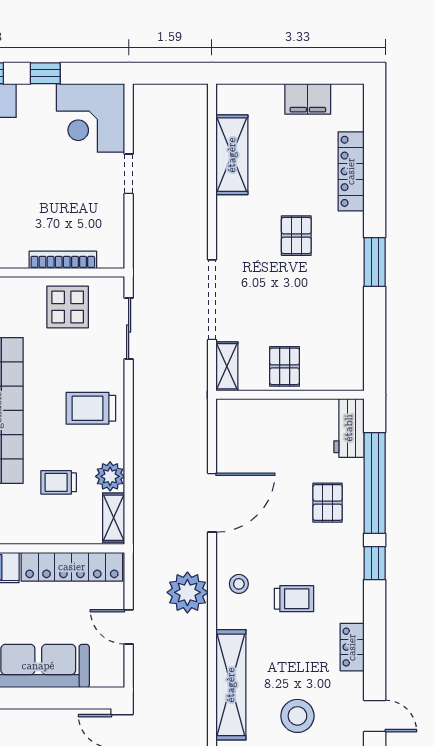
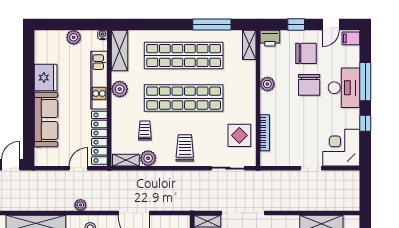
plant: (187, 592) -> (80, 205), width x0.53, depth x0.53
door: (129, 627) -> (79, 168), moved

